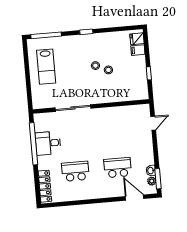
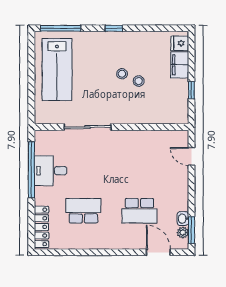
filing cabinet: (138, 50) -> (180, 65), width x2.00
lab bench: (46, 67) -> (57, 70), width x1.36, depth x1.39
door: (153, 123) -> (191, 156), swing flipped
school desk: (118, 168) -> (139, 211), turned 180

